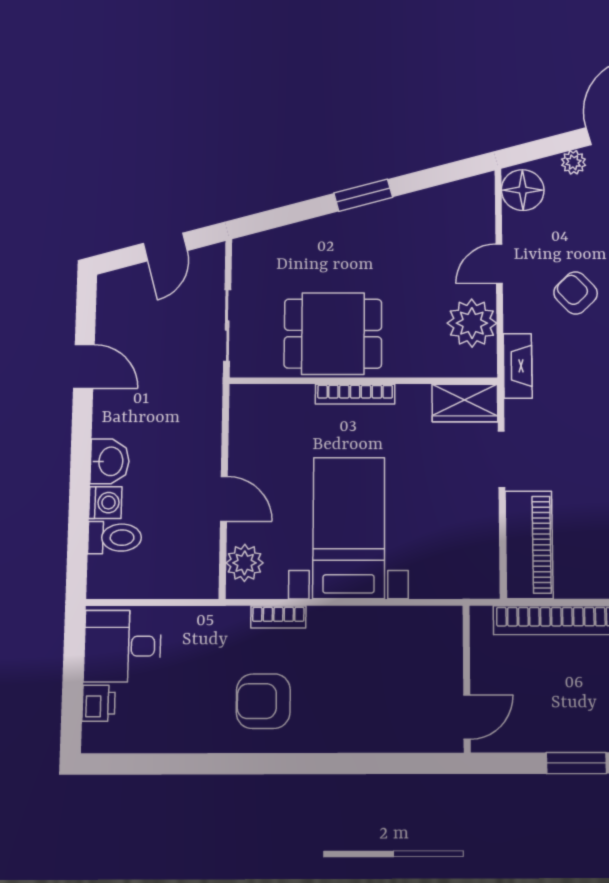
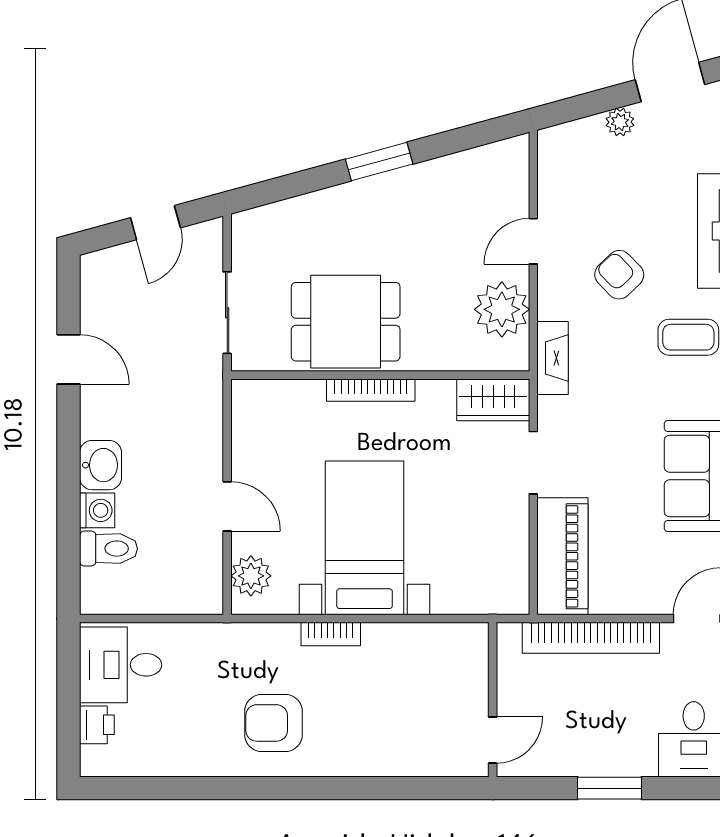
floor lamp: (523, 190) -> (561, 155), removed
bookcase: (278, 617) -> (331, 634), moved

